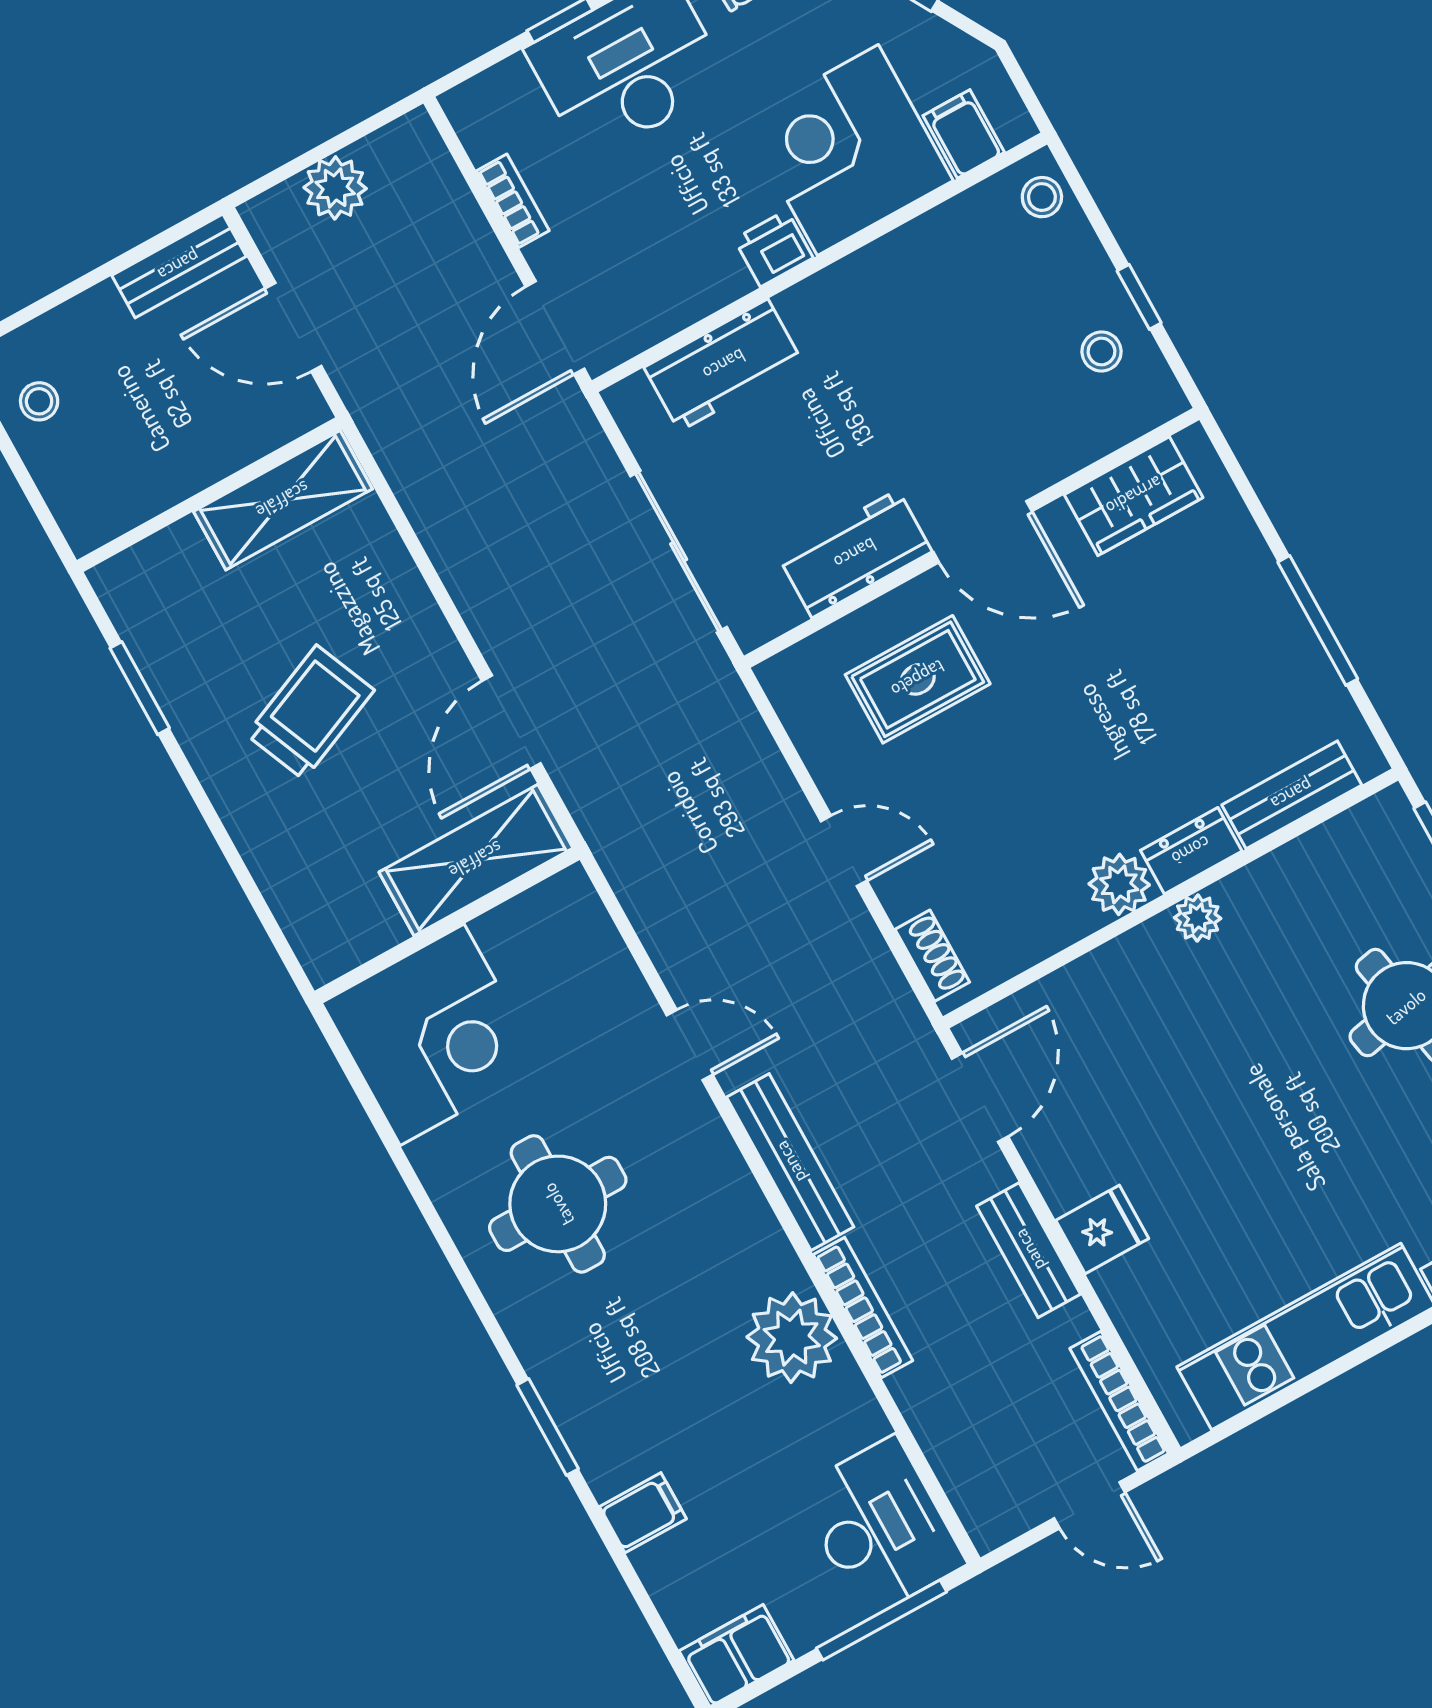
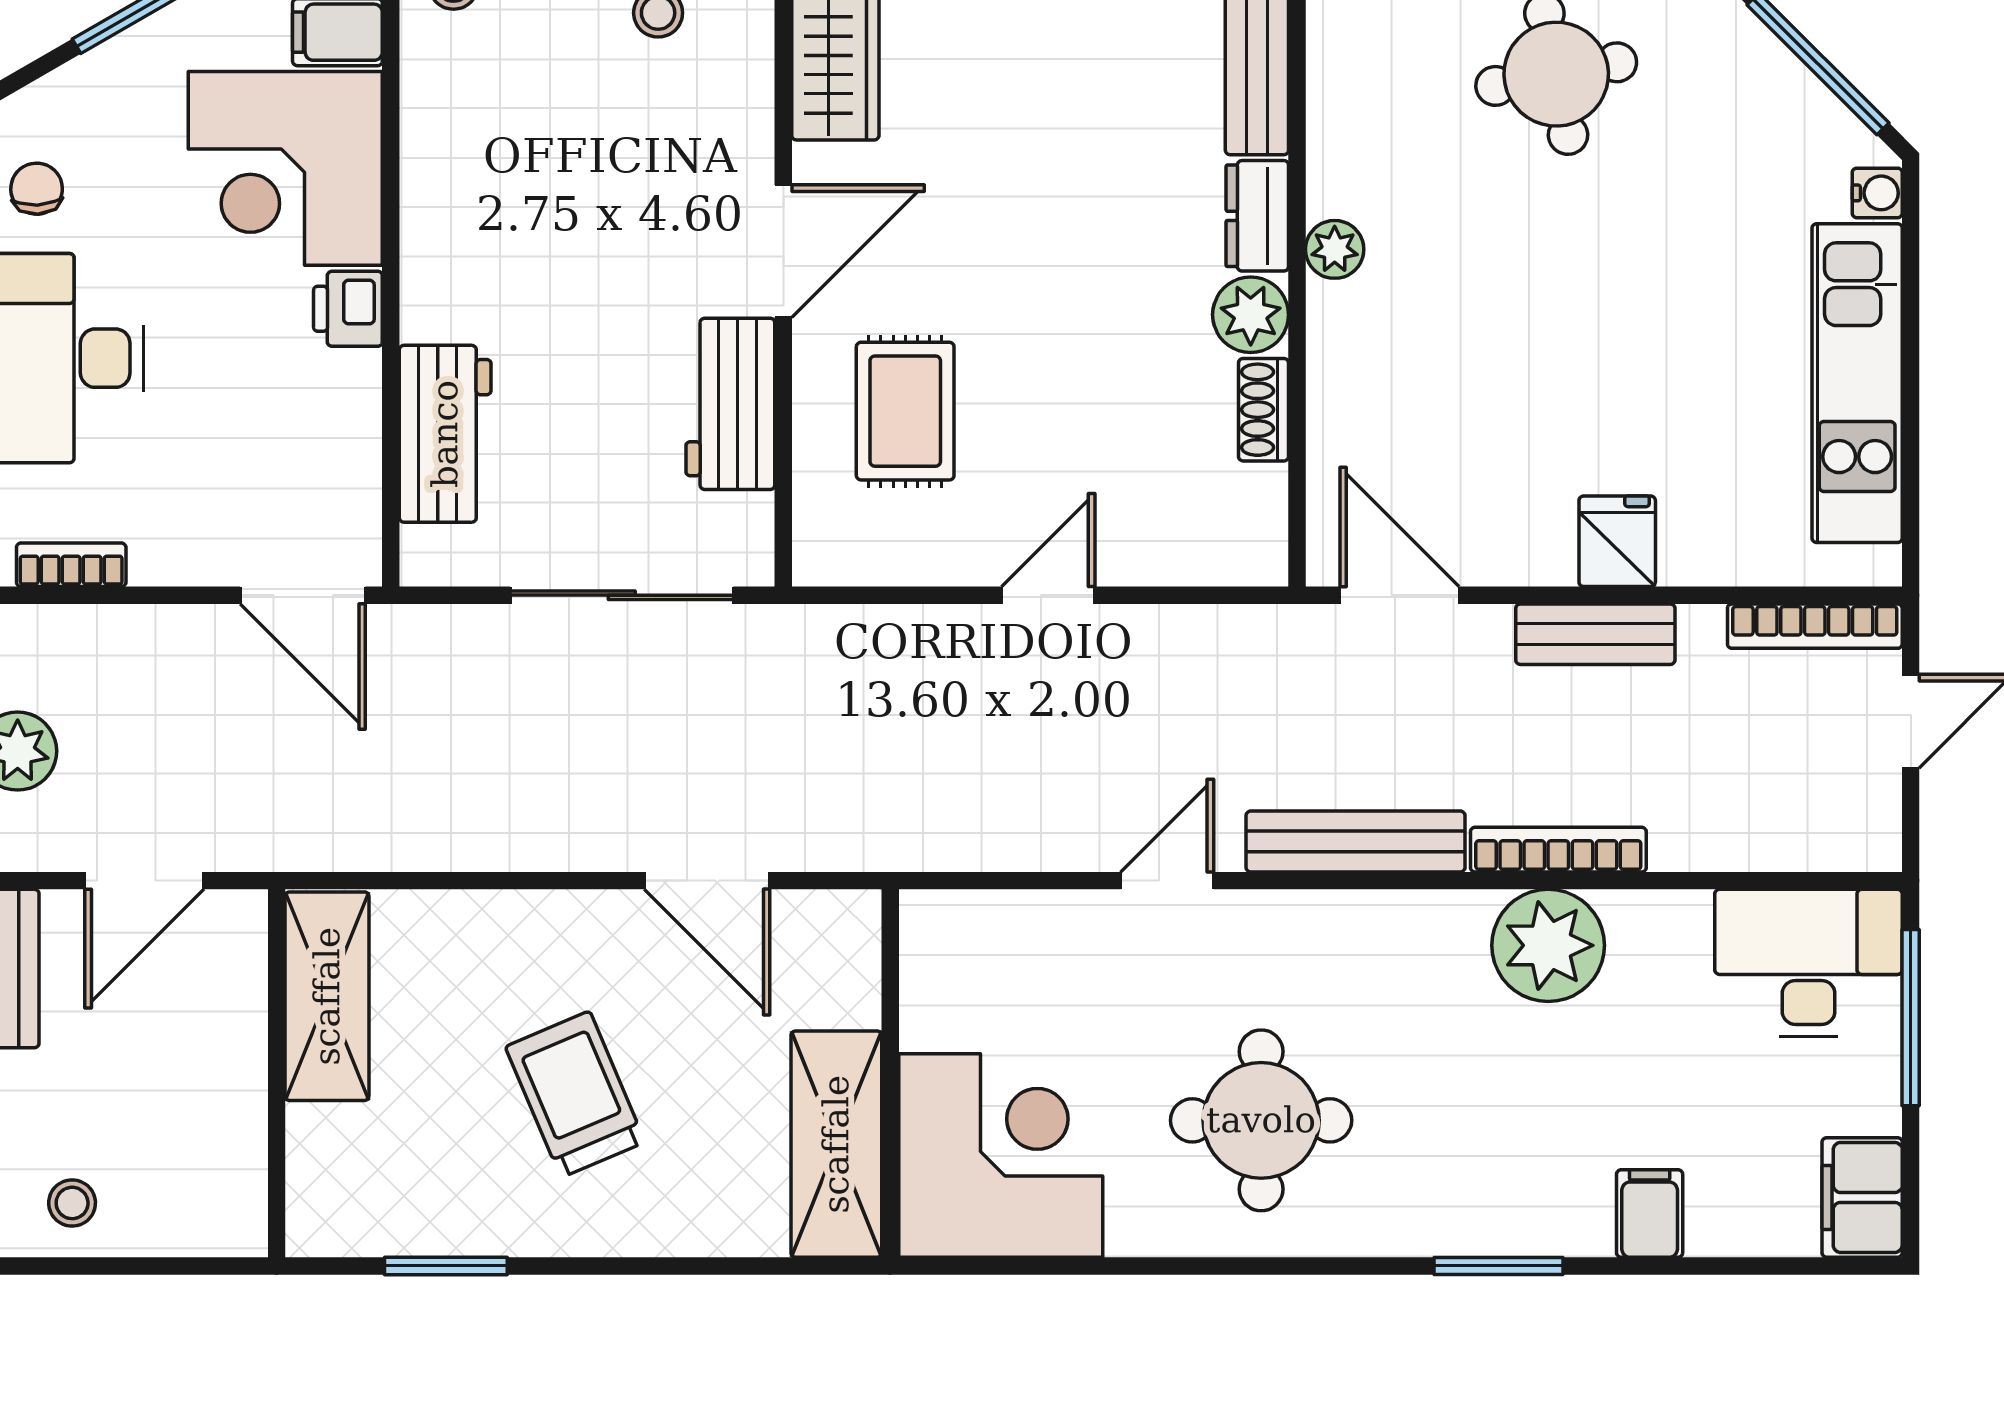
bookcase: (513, 201) -> (71, 565), moved
shelving: (476, 860) -> (836, 1144), moved
shoe rack: (932, 956) -> (1264, 410), moved, turned -90

